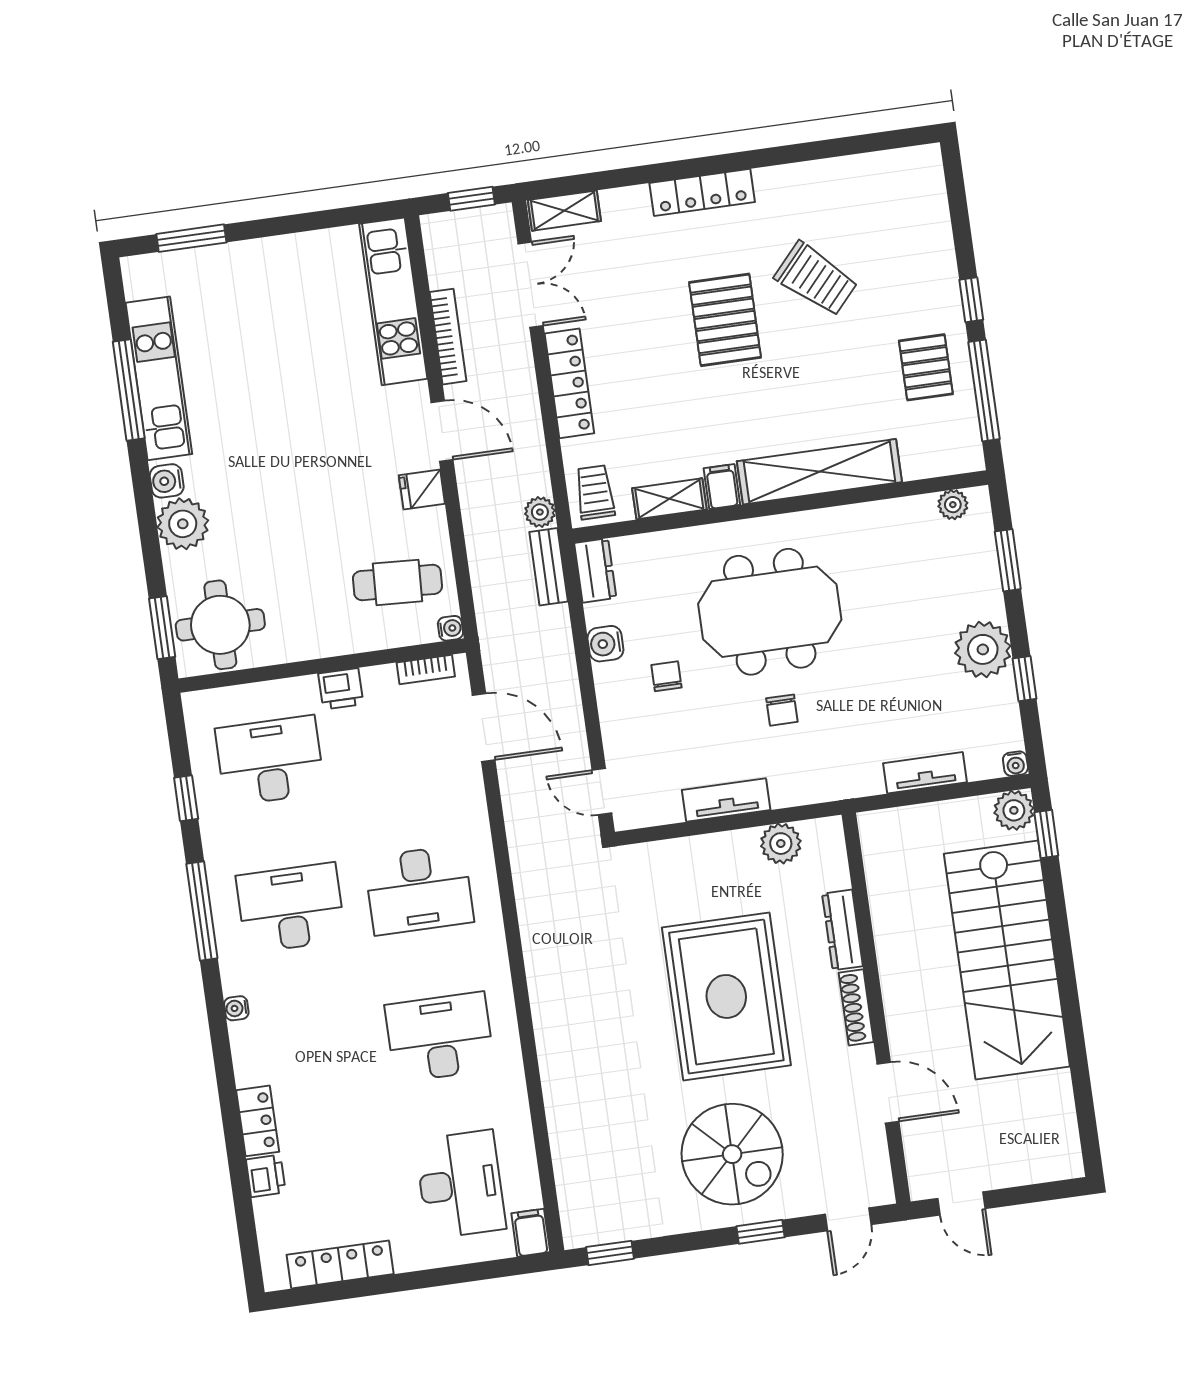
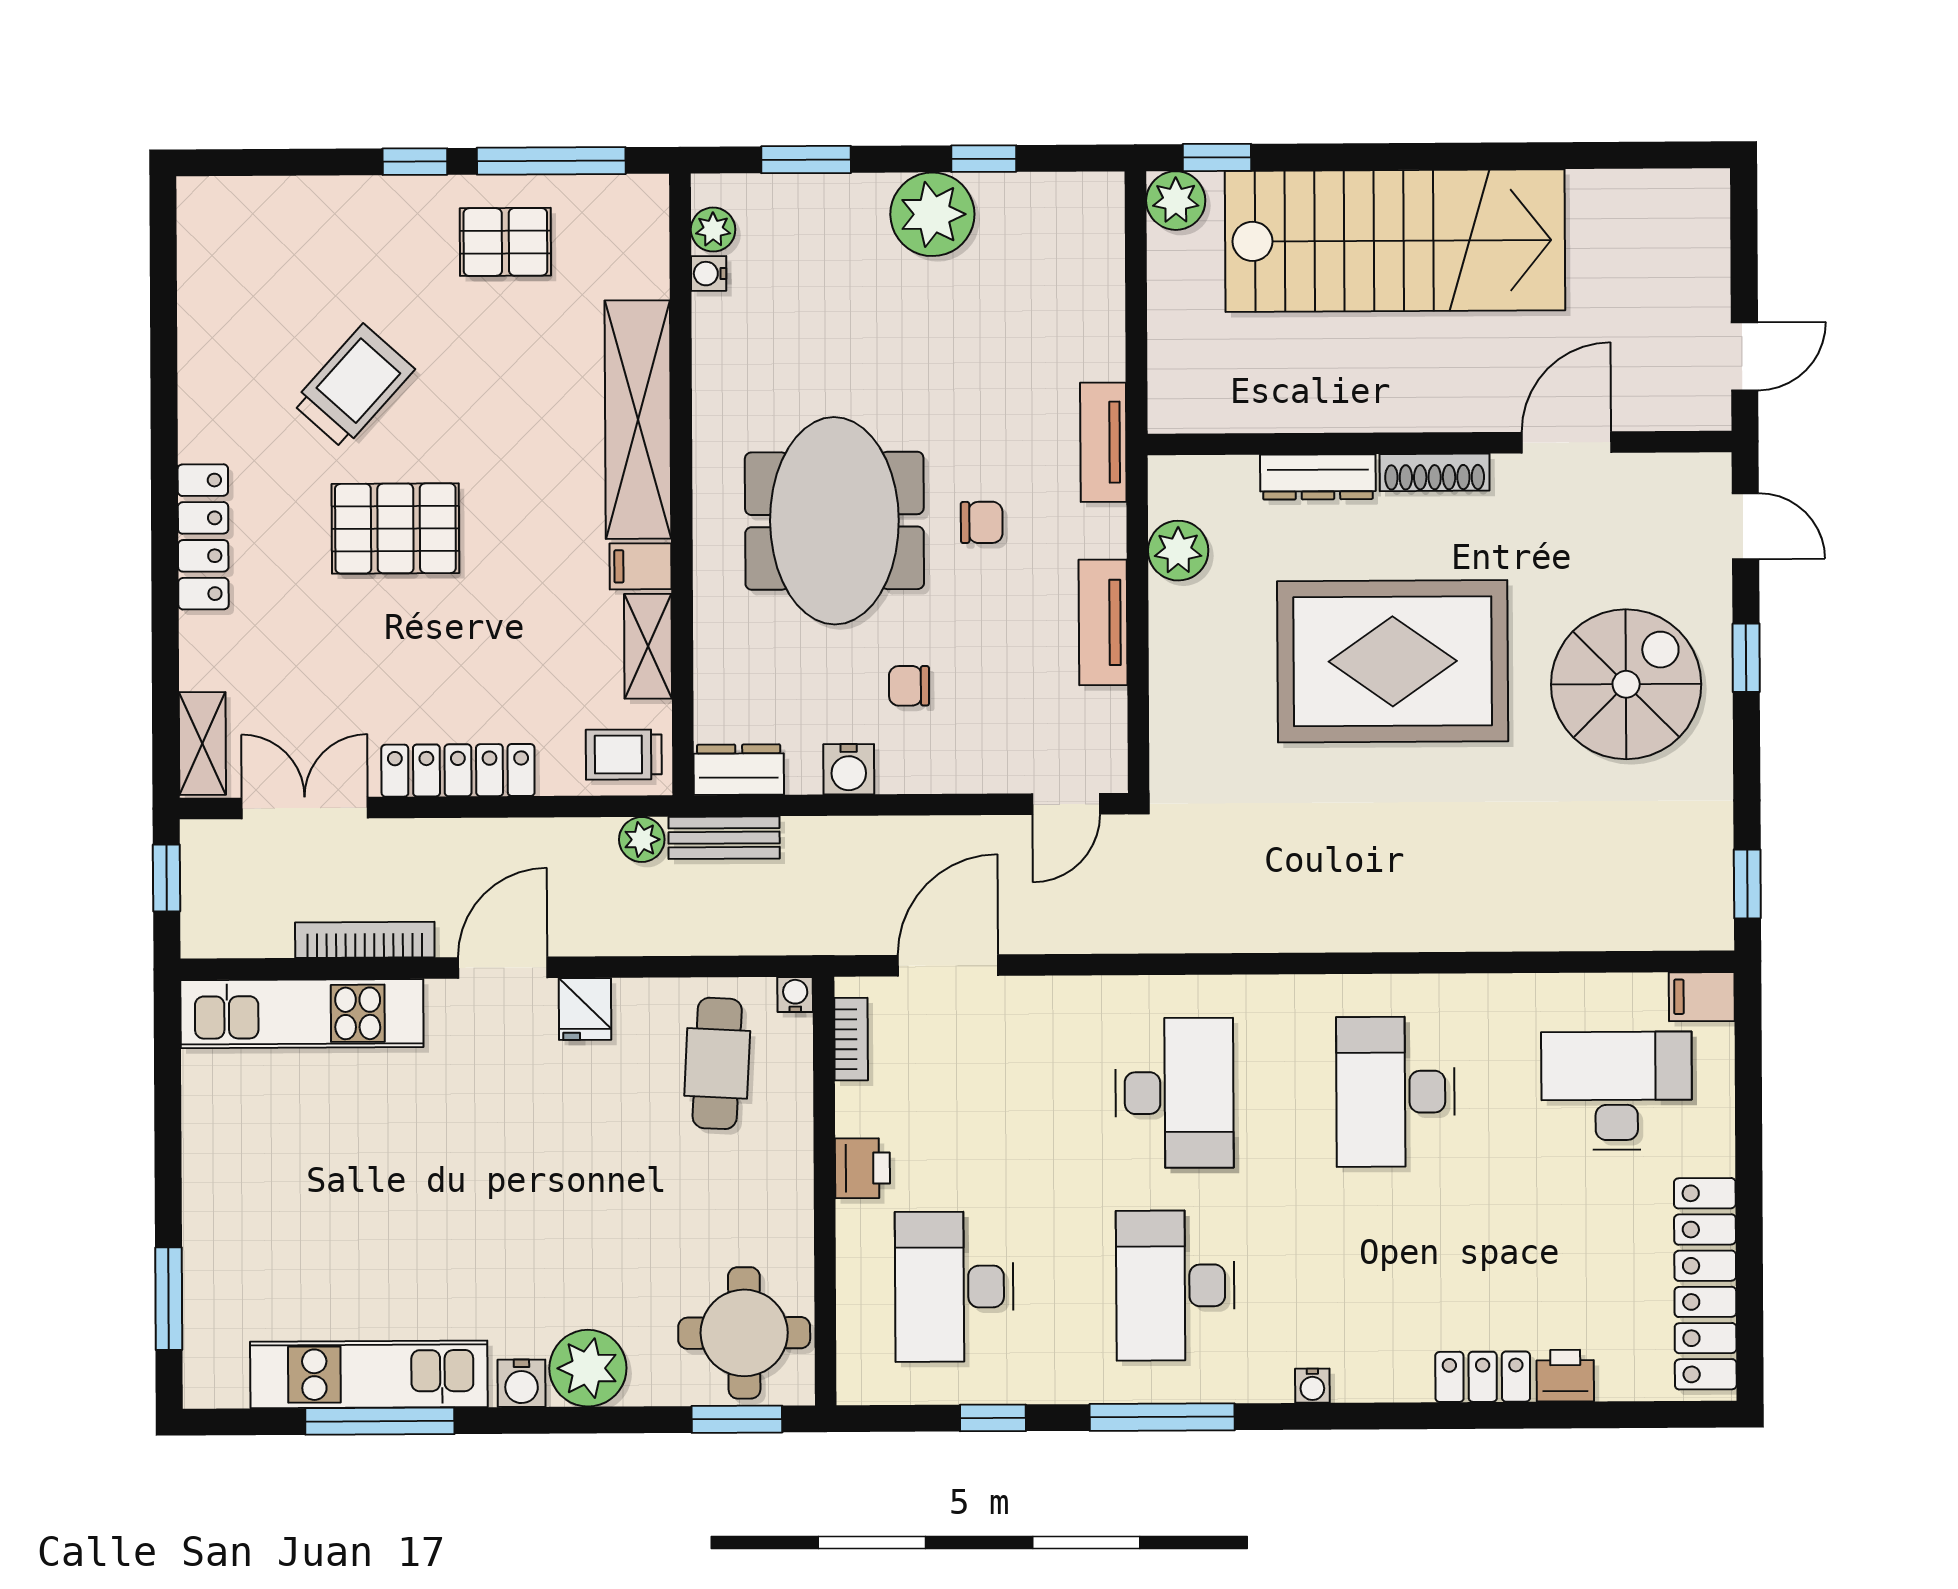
water cooler: (1015, 764) -> (709, 274), moved, turned 180
tv unit: (925, 773) -> (1103, 442), moved
locker: (340, 1264) -> (1705, 1284), width x1.41, depth x1.21

